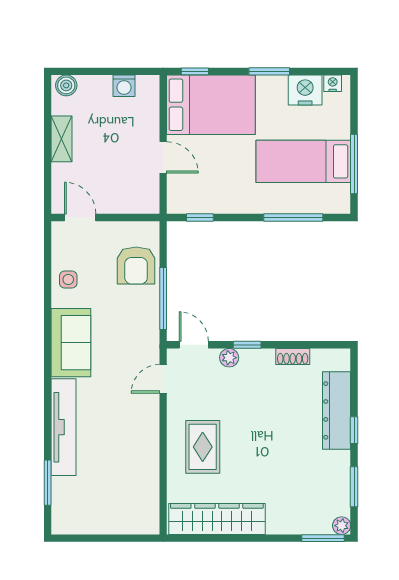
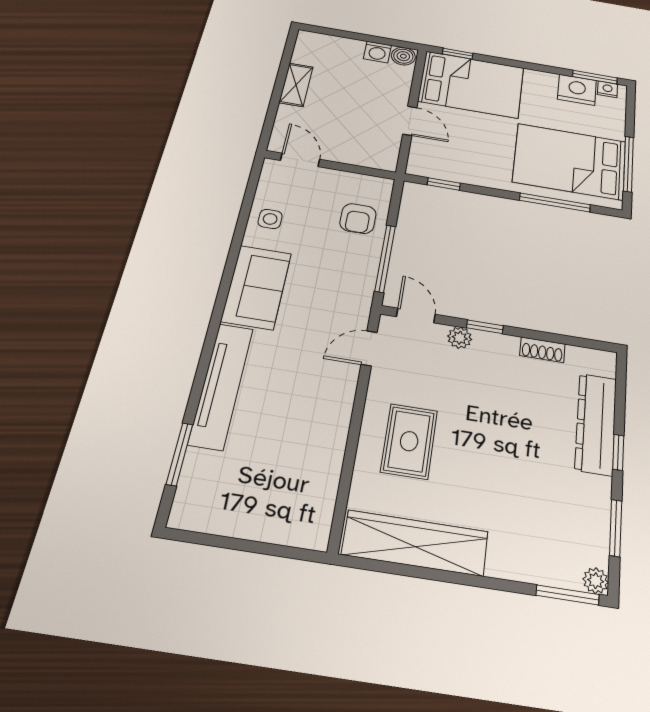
window: (269, 71) -> (595, 77), moved
boiler: (66, 85) -> (403, 56), moved
bed: (303, 161) -> (570, 161), width x1.50
armchair: (136, 265) -> (358, 219), width x0.72, depth x0.72

